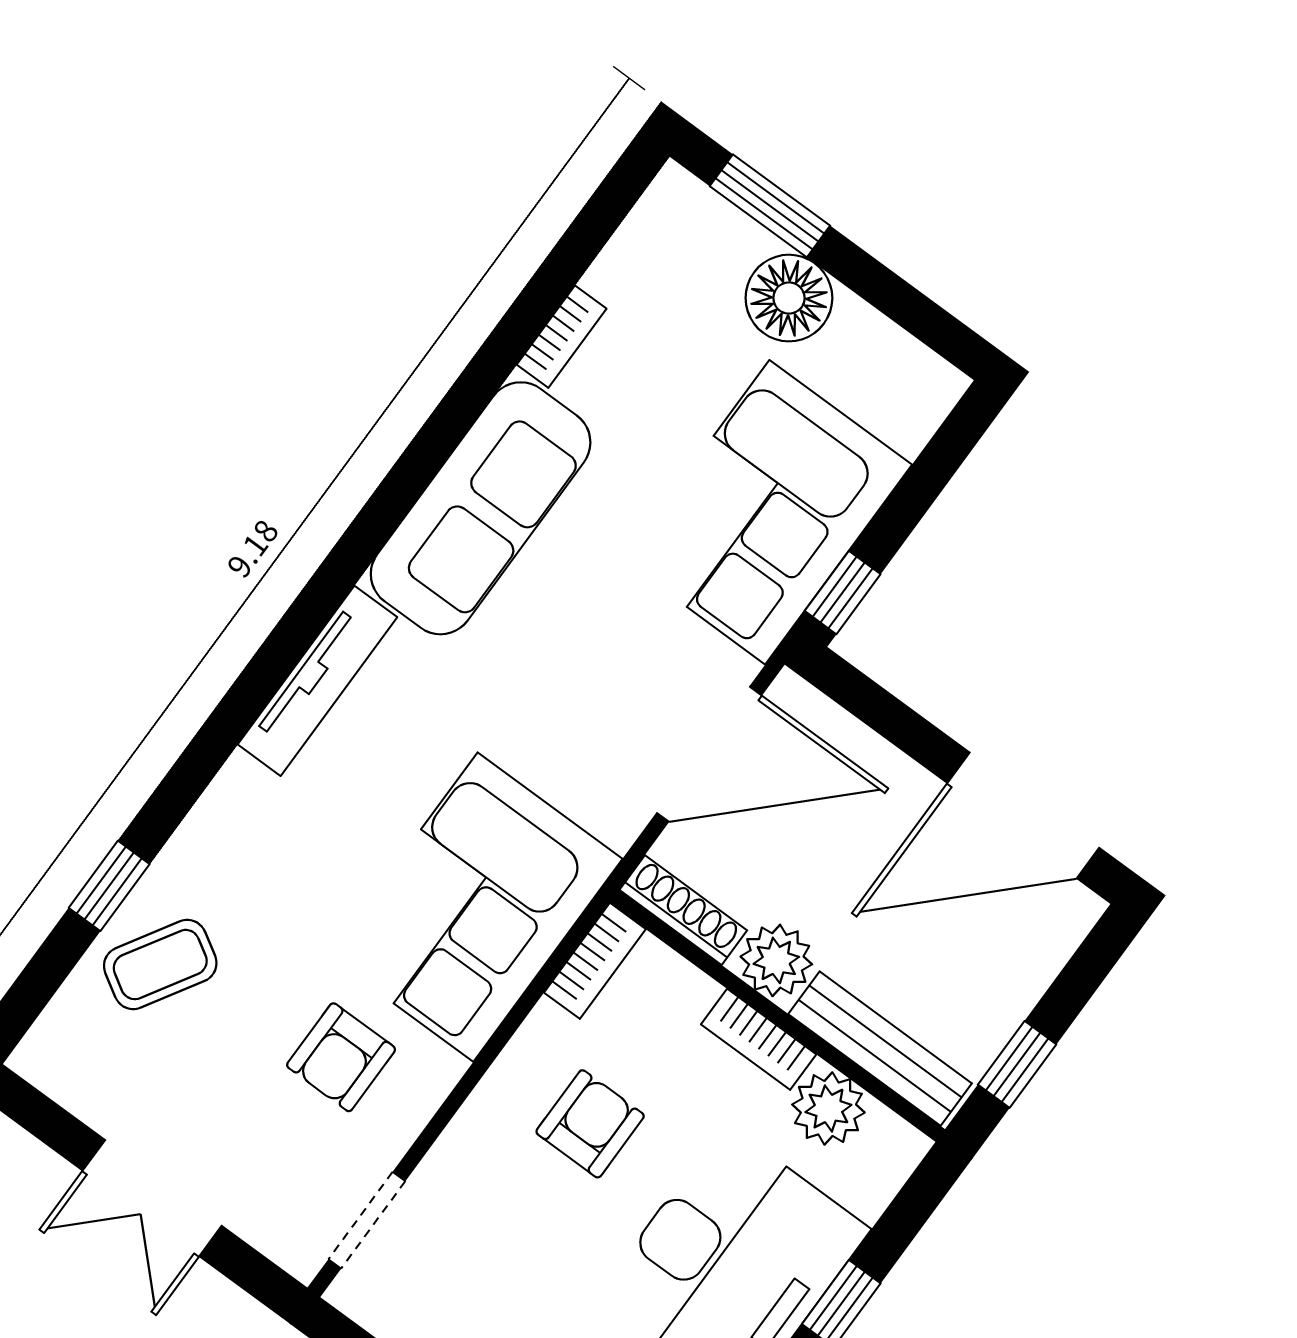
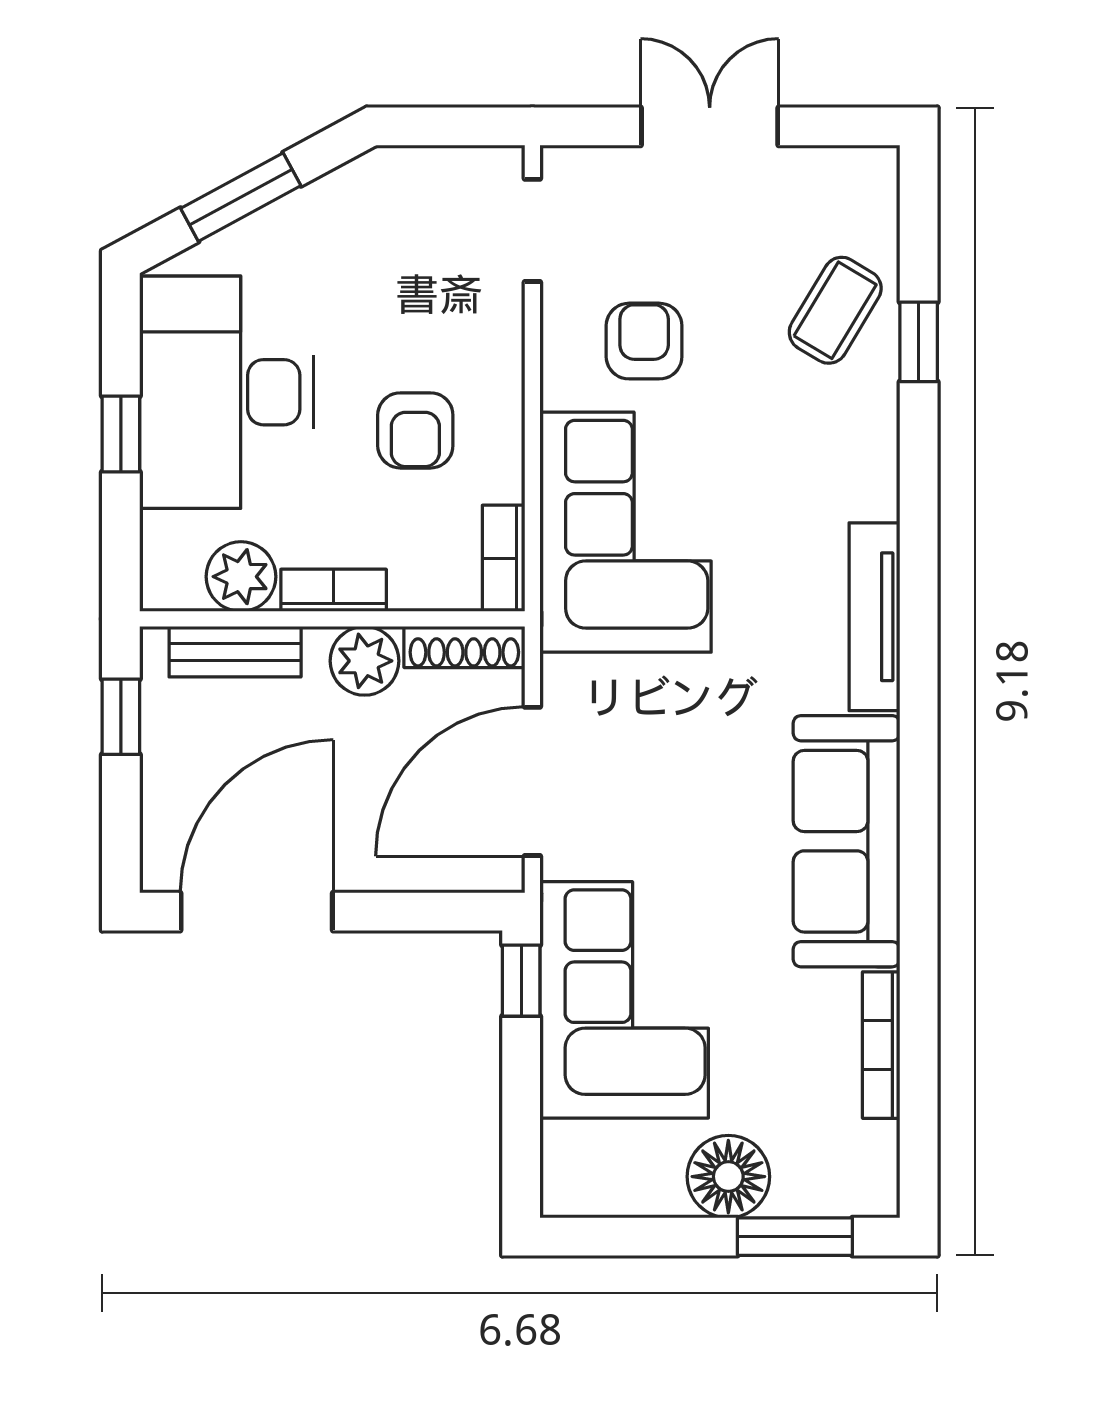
bookcase: (562, 337) -> (881, 1045), width x1.56
bench: (880, 1049) -> (235, 652), width x0.73

